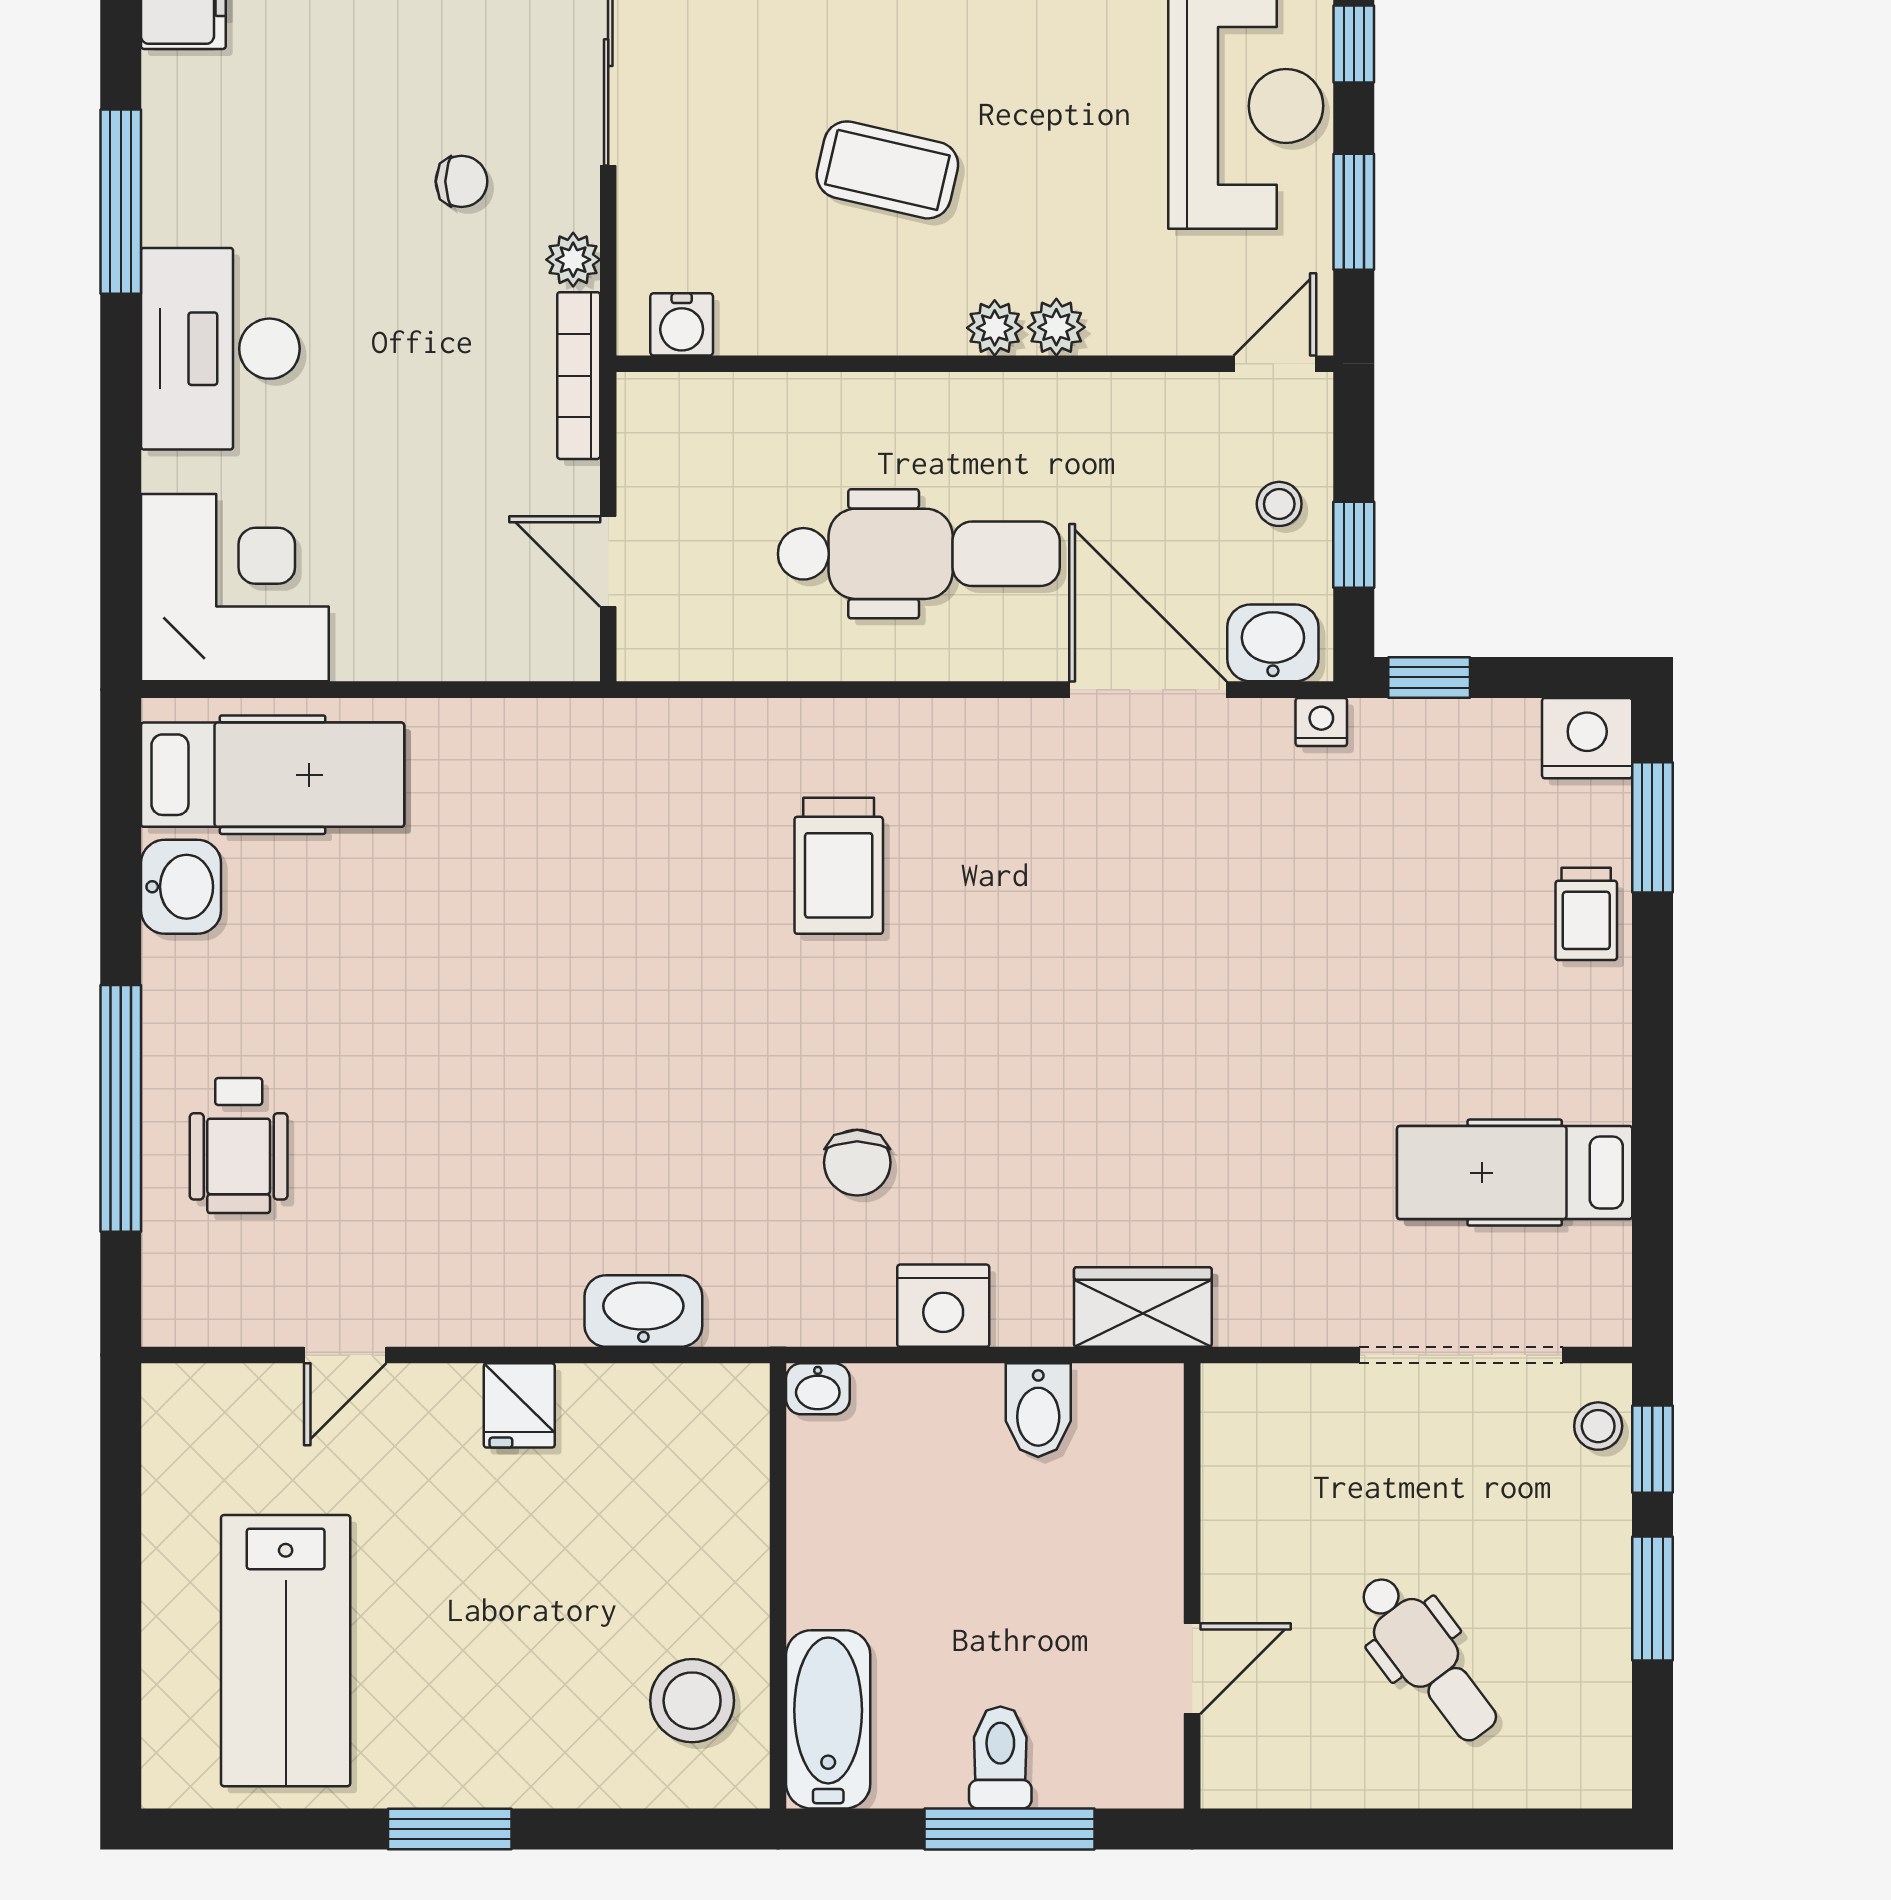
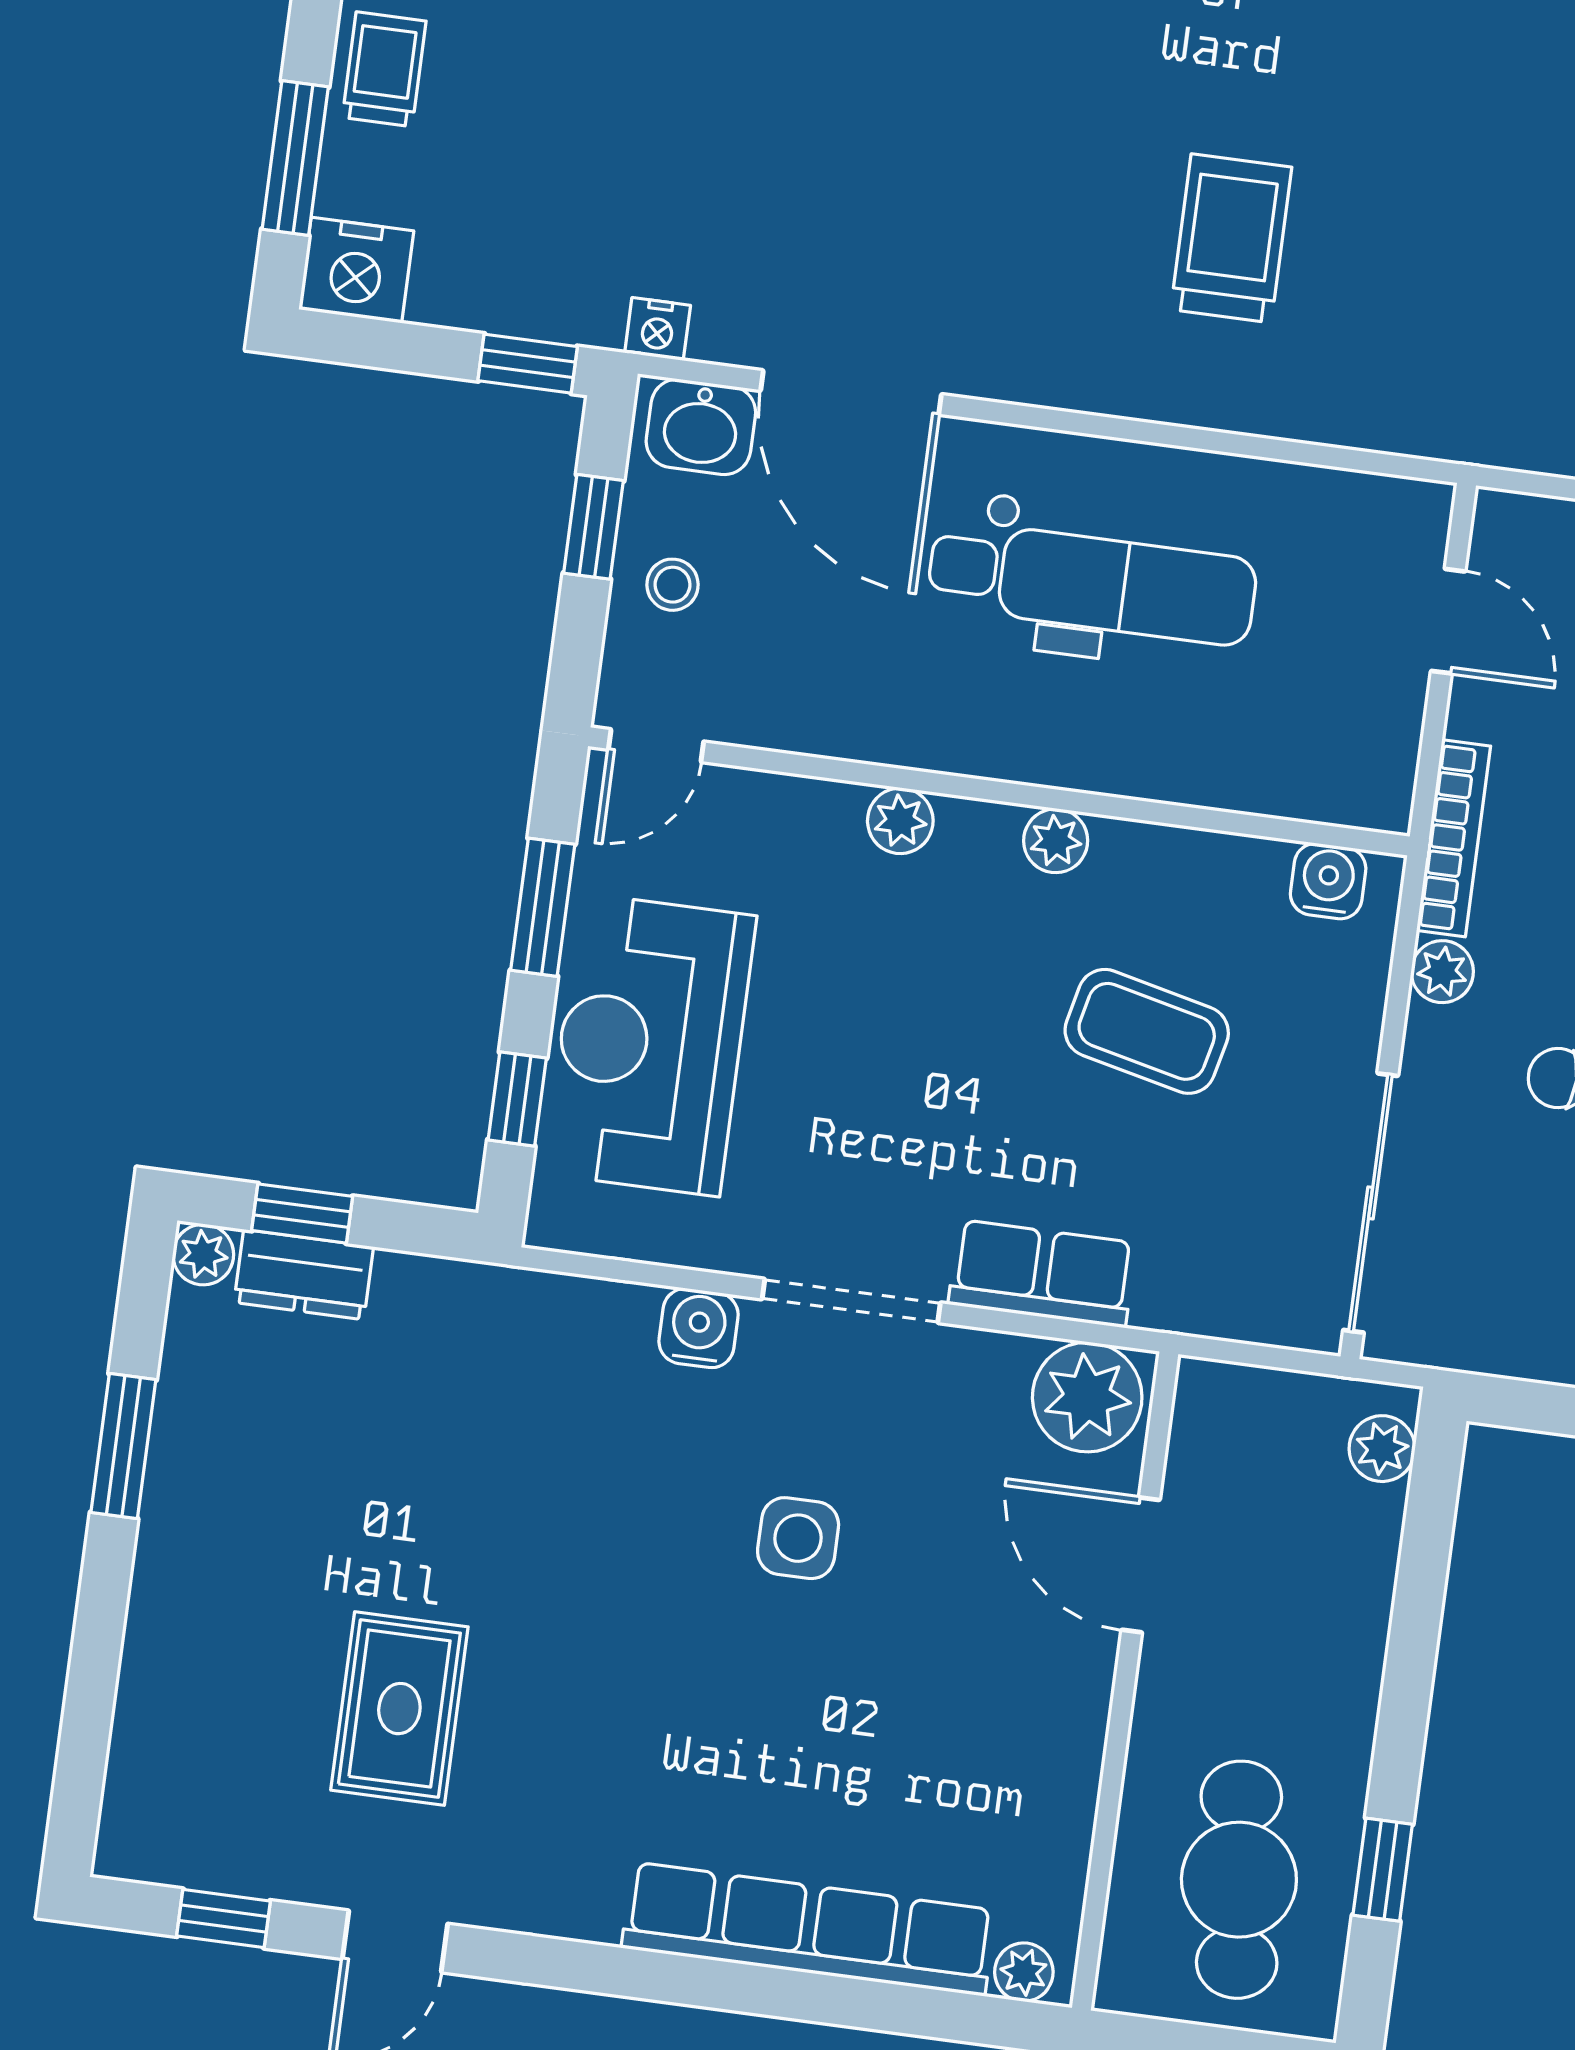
coffee table: (887, 170) -> (1147, 1031), moved
plant: (995, 328) -> (1056, 841), moved
dental chair: (919, 554) -> (1092, 583), turned 180

